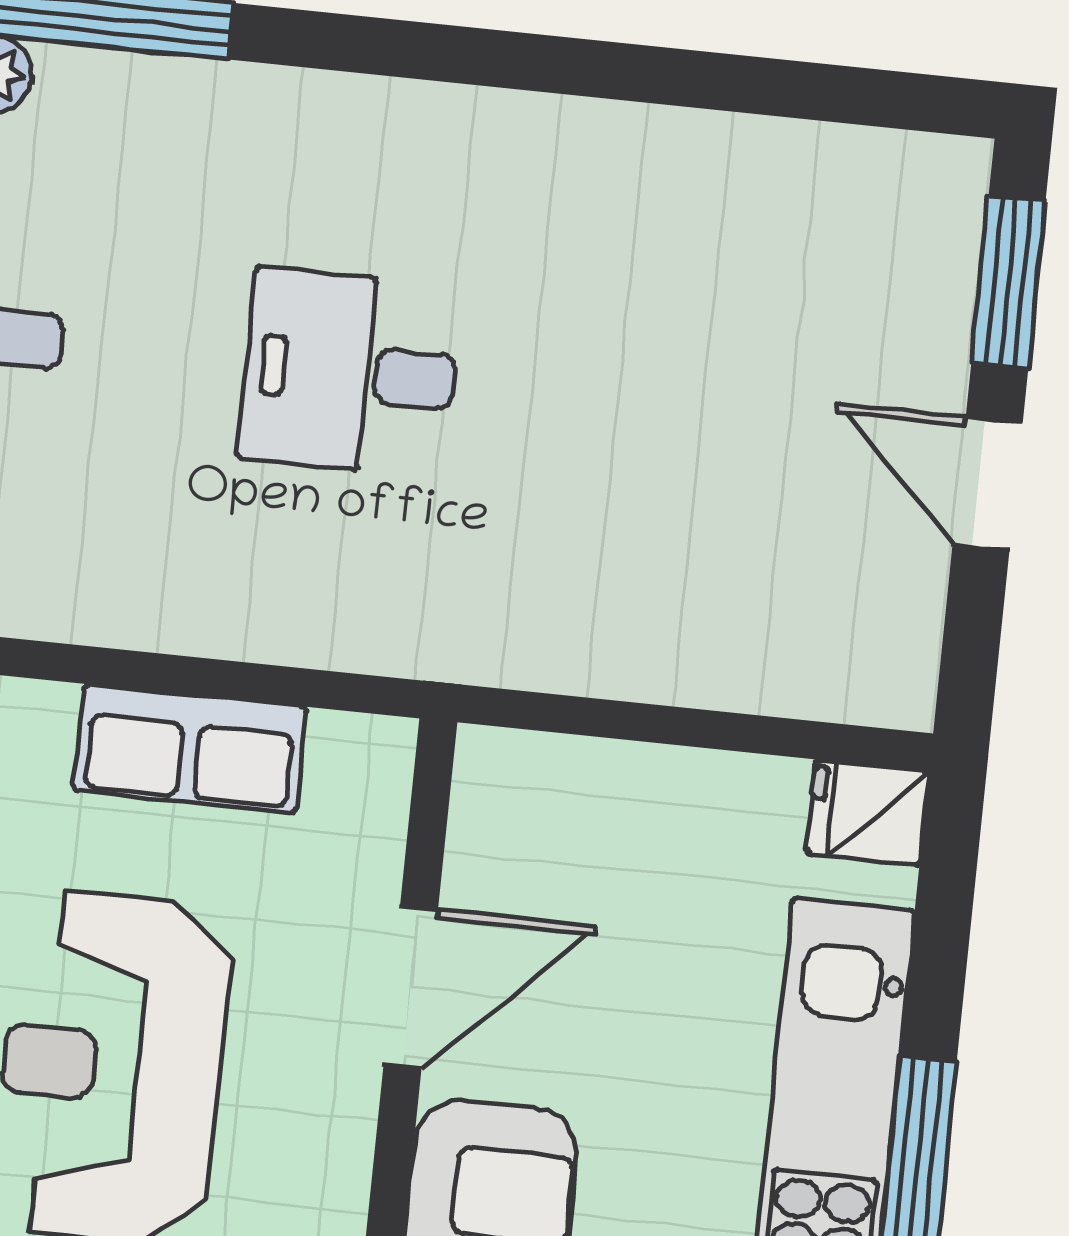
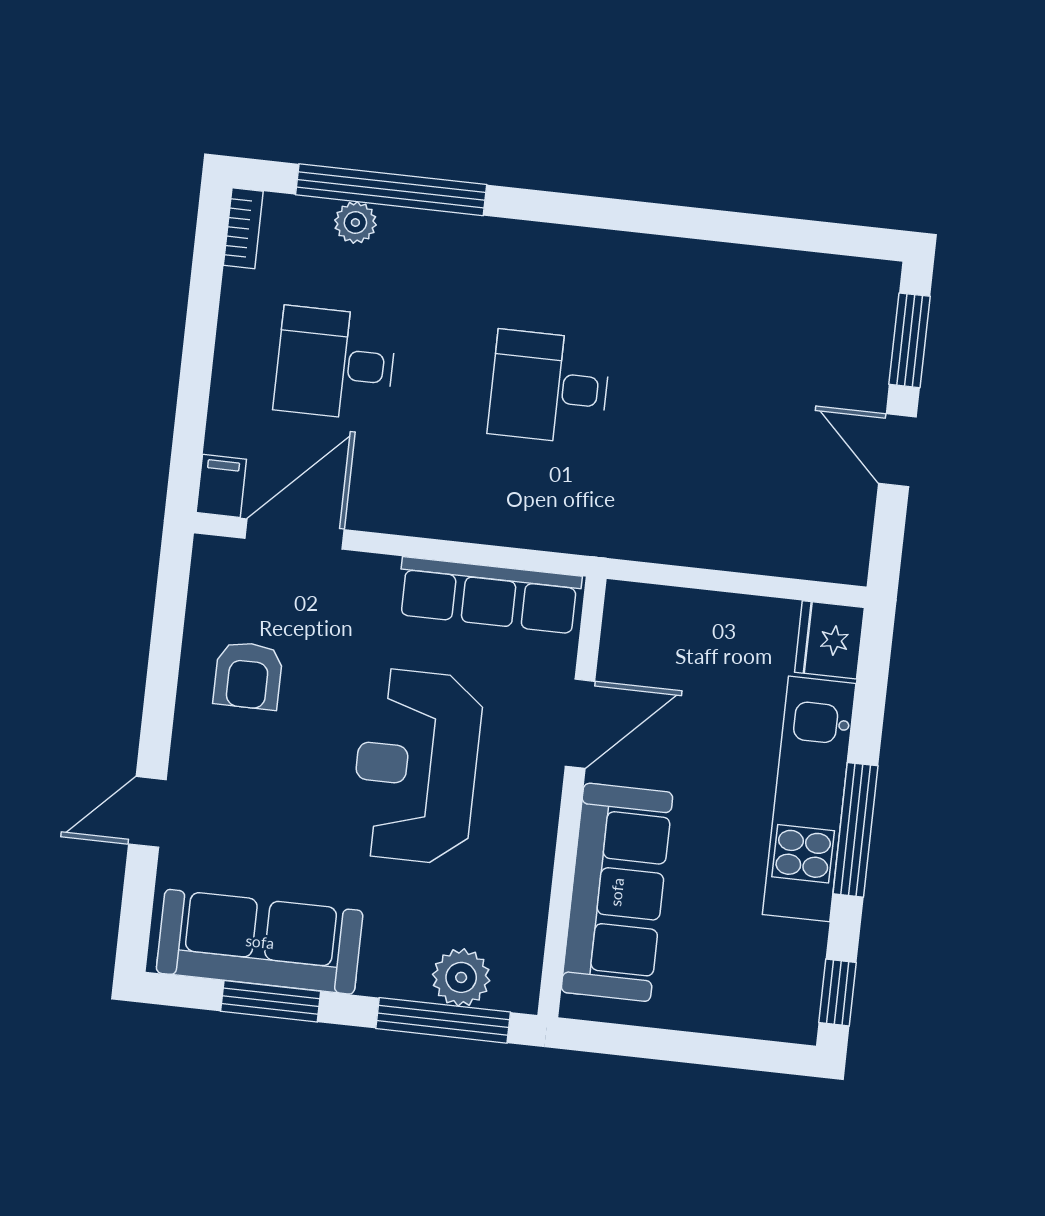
row of seats: (190, 748) -> (489, 595), width x1.48
fridge: (868, 813) -> (829, 640), width x1.38

